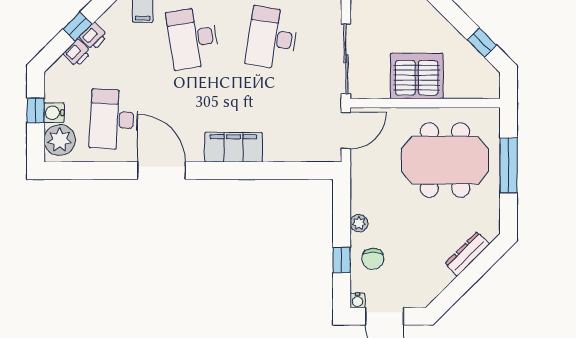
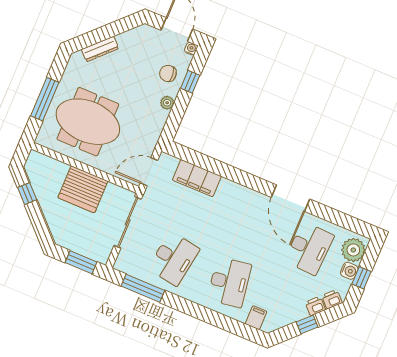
printer: (94, 36) -> (332, 299), moved
filing cabinet: (234, 147) -> (197, 178), moved
chair: (373, 259) -> (168, 73), turned -96

